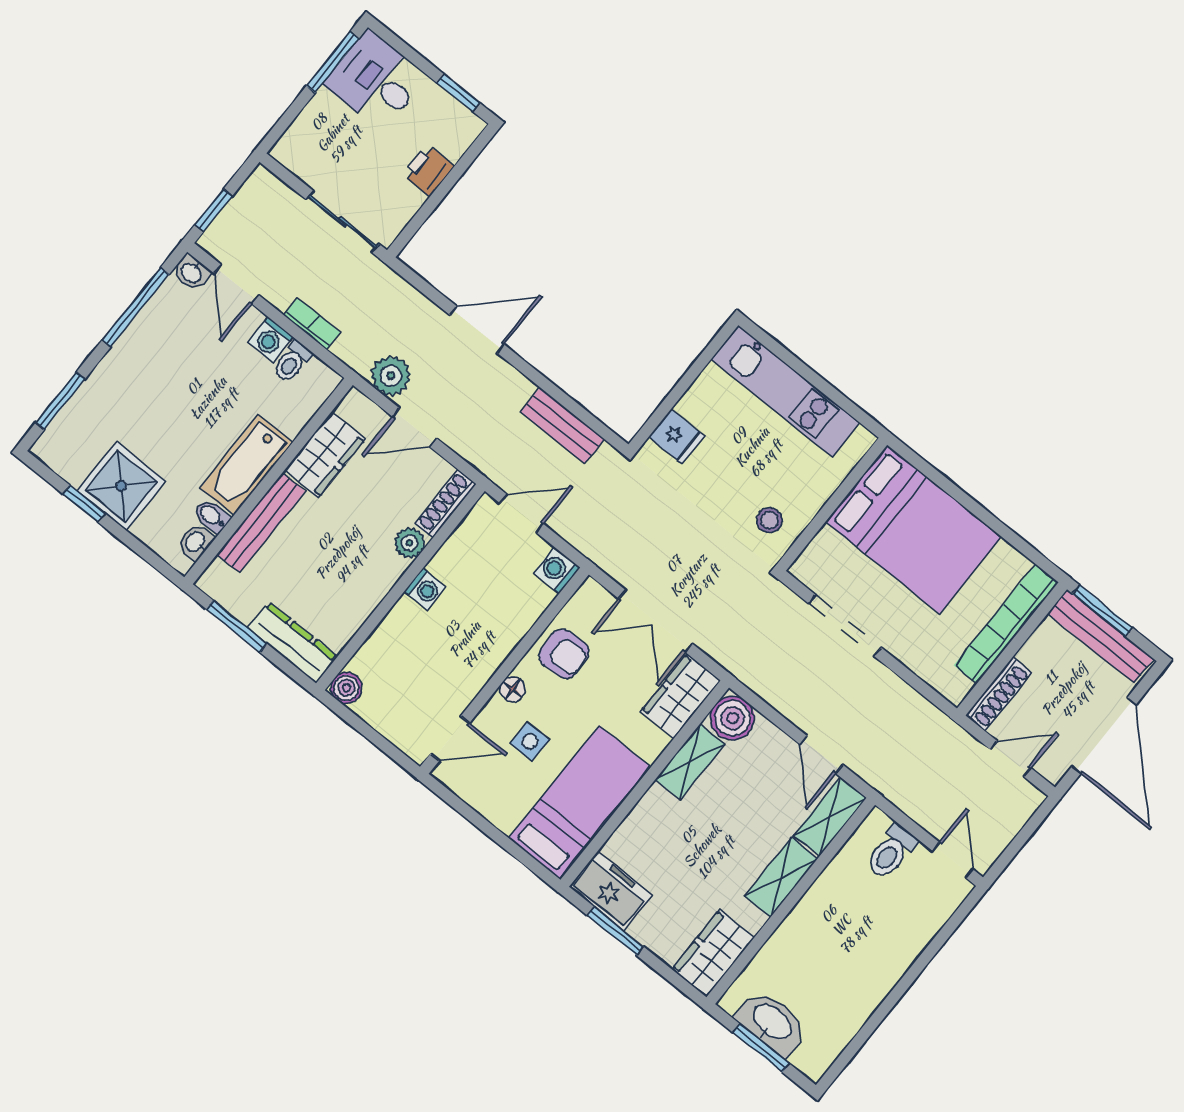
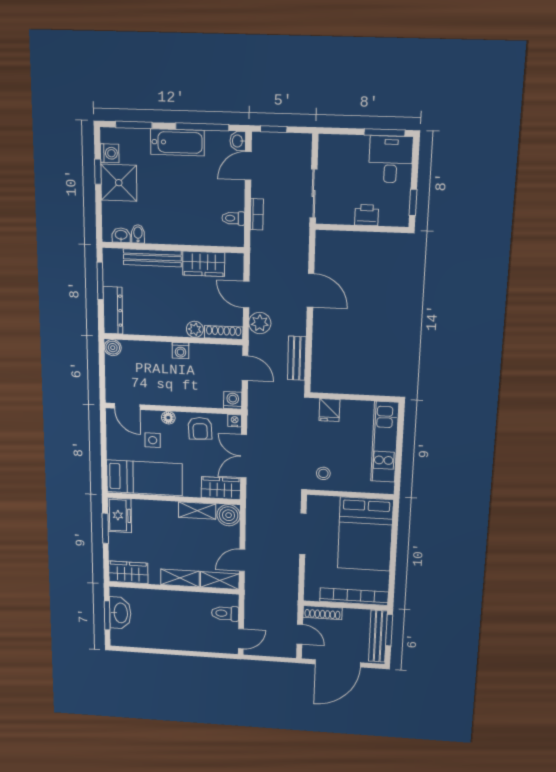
washing machine: (270, 339) -> (110, 153), moved, turned 180
plant: (391, 376) -> (260, 323), moved
bathtub: (246, 465) -> (177, 142), moved, turned 180
nightstand: (590, 592) -> (235, 421), added

